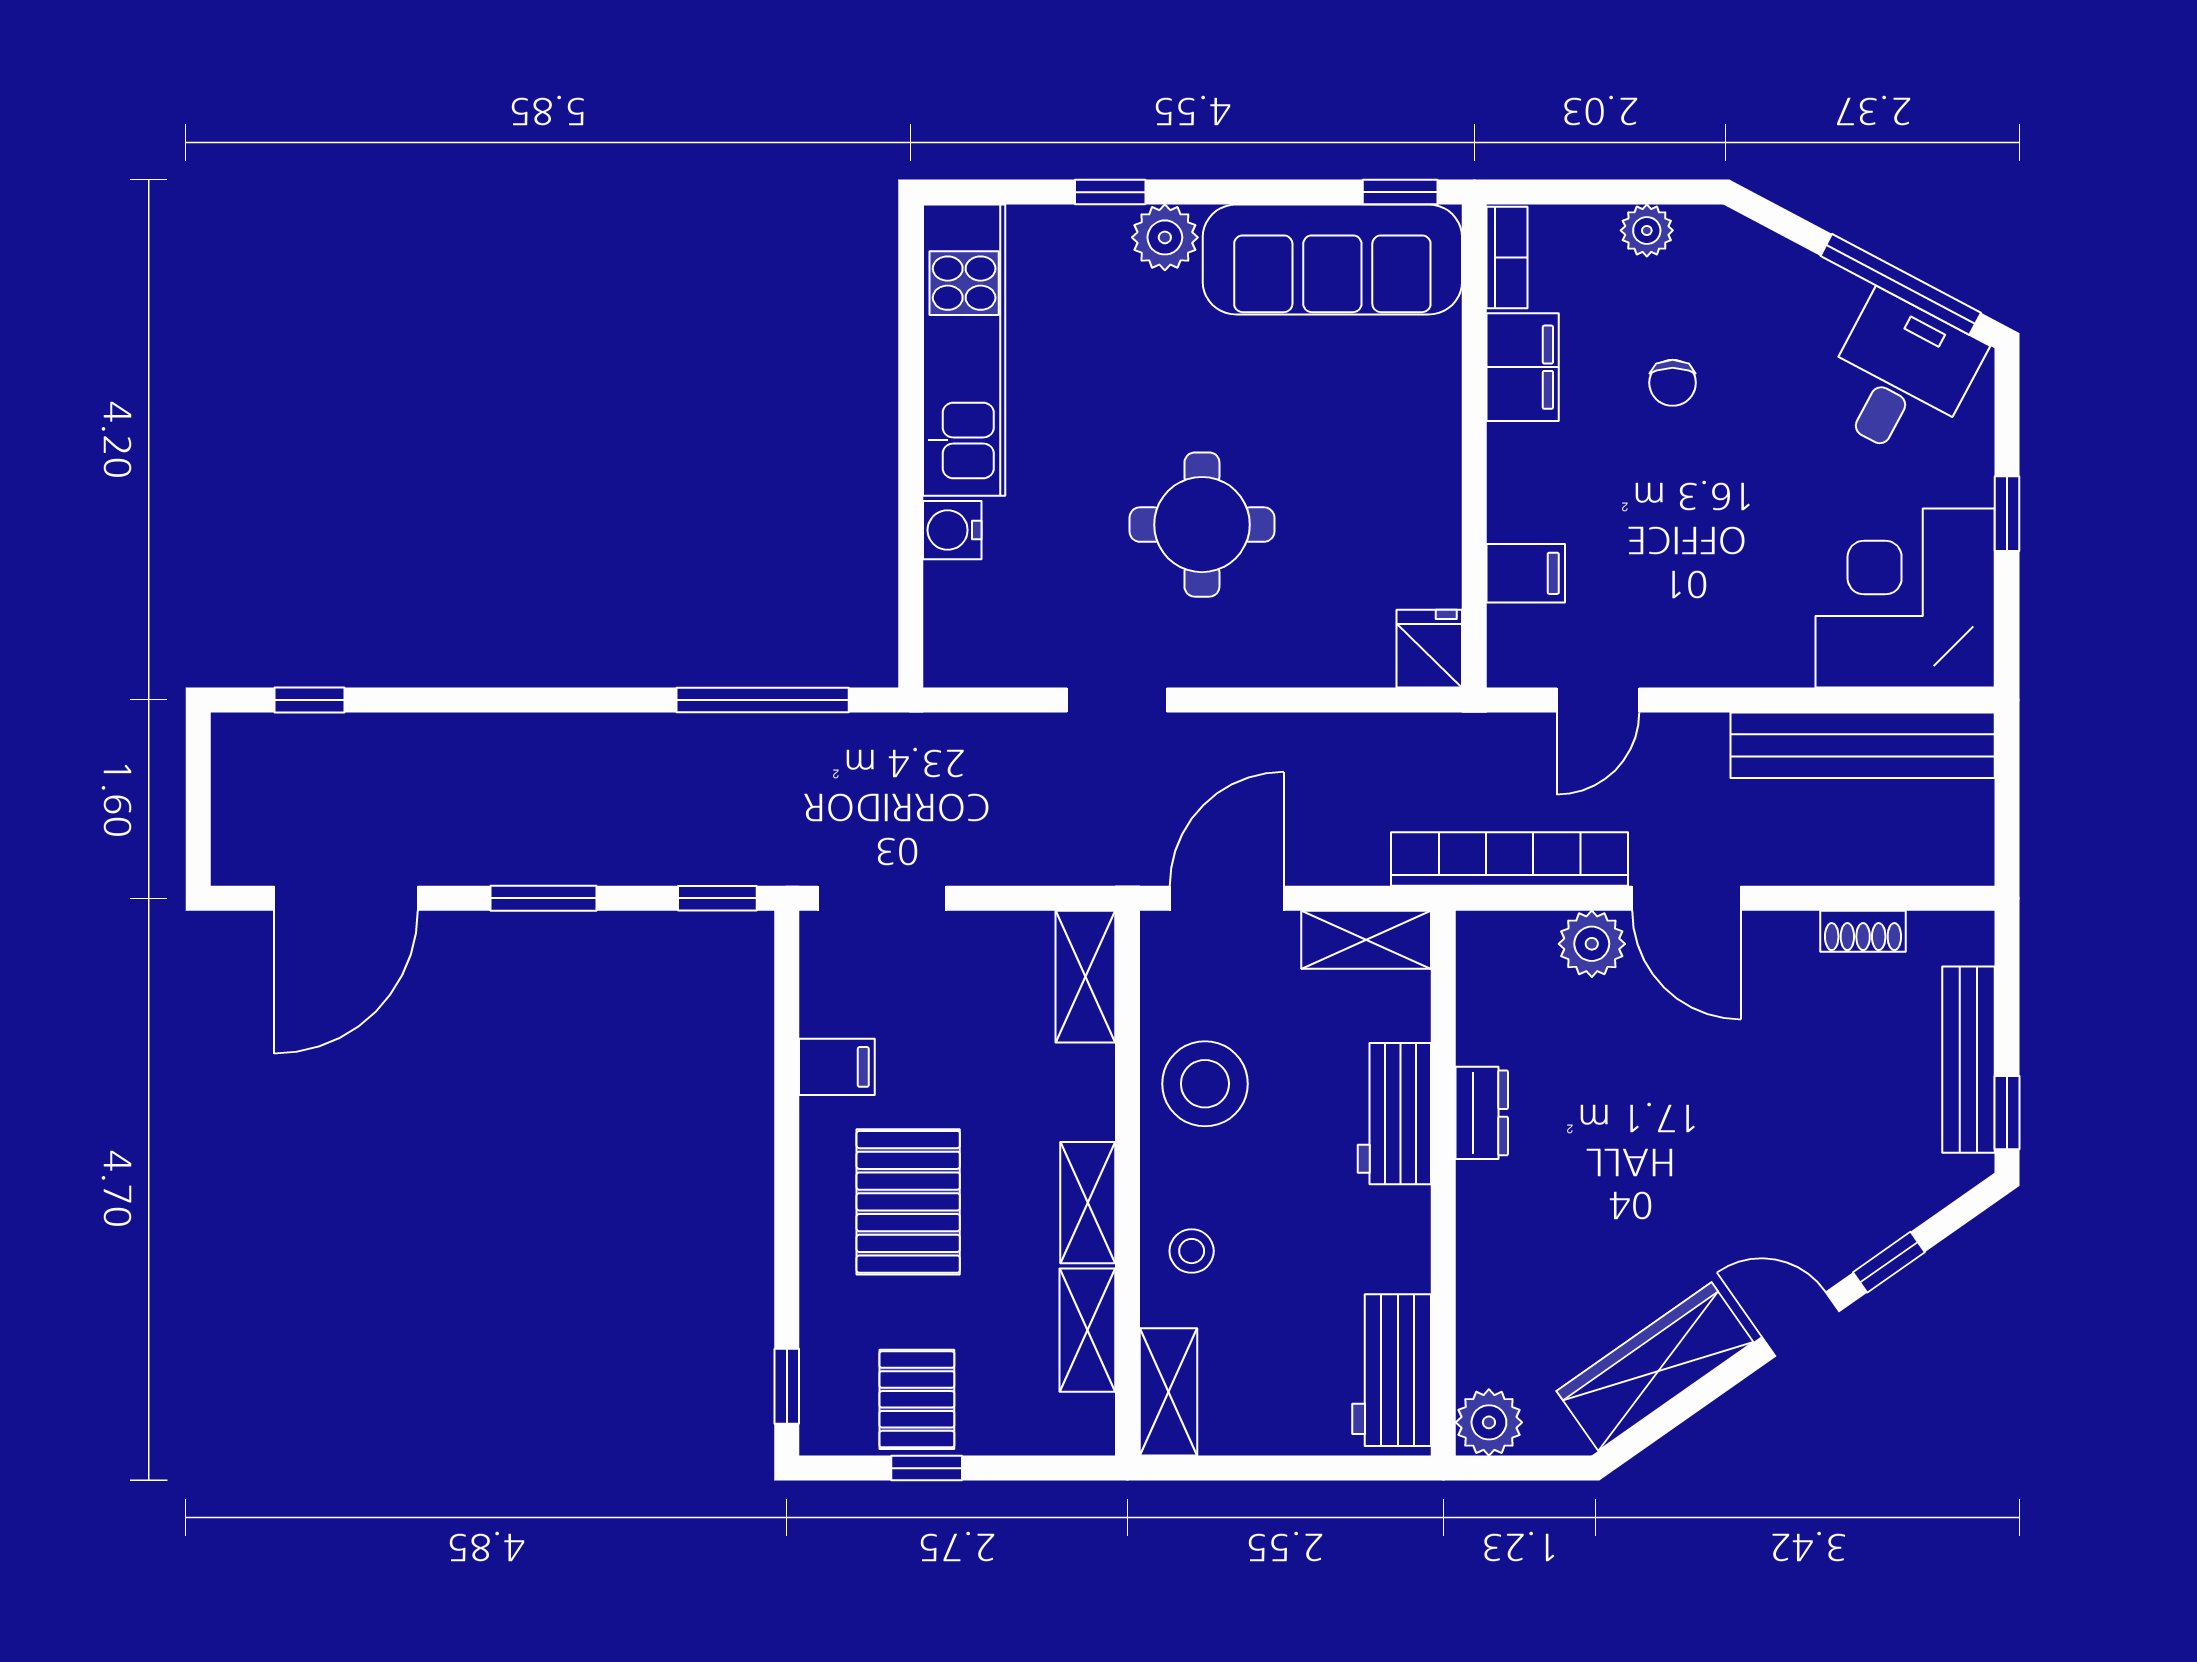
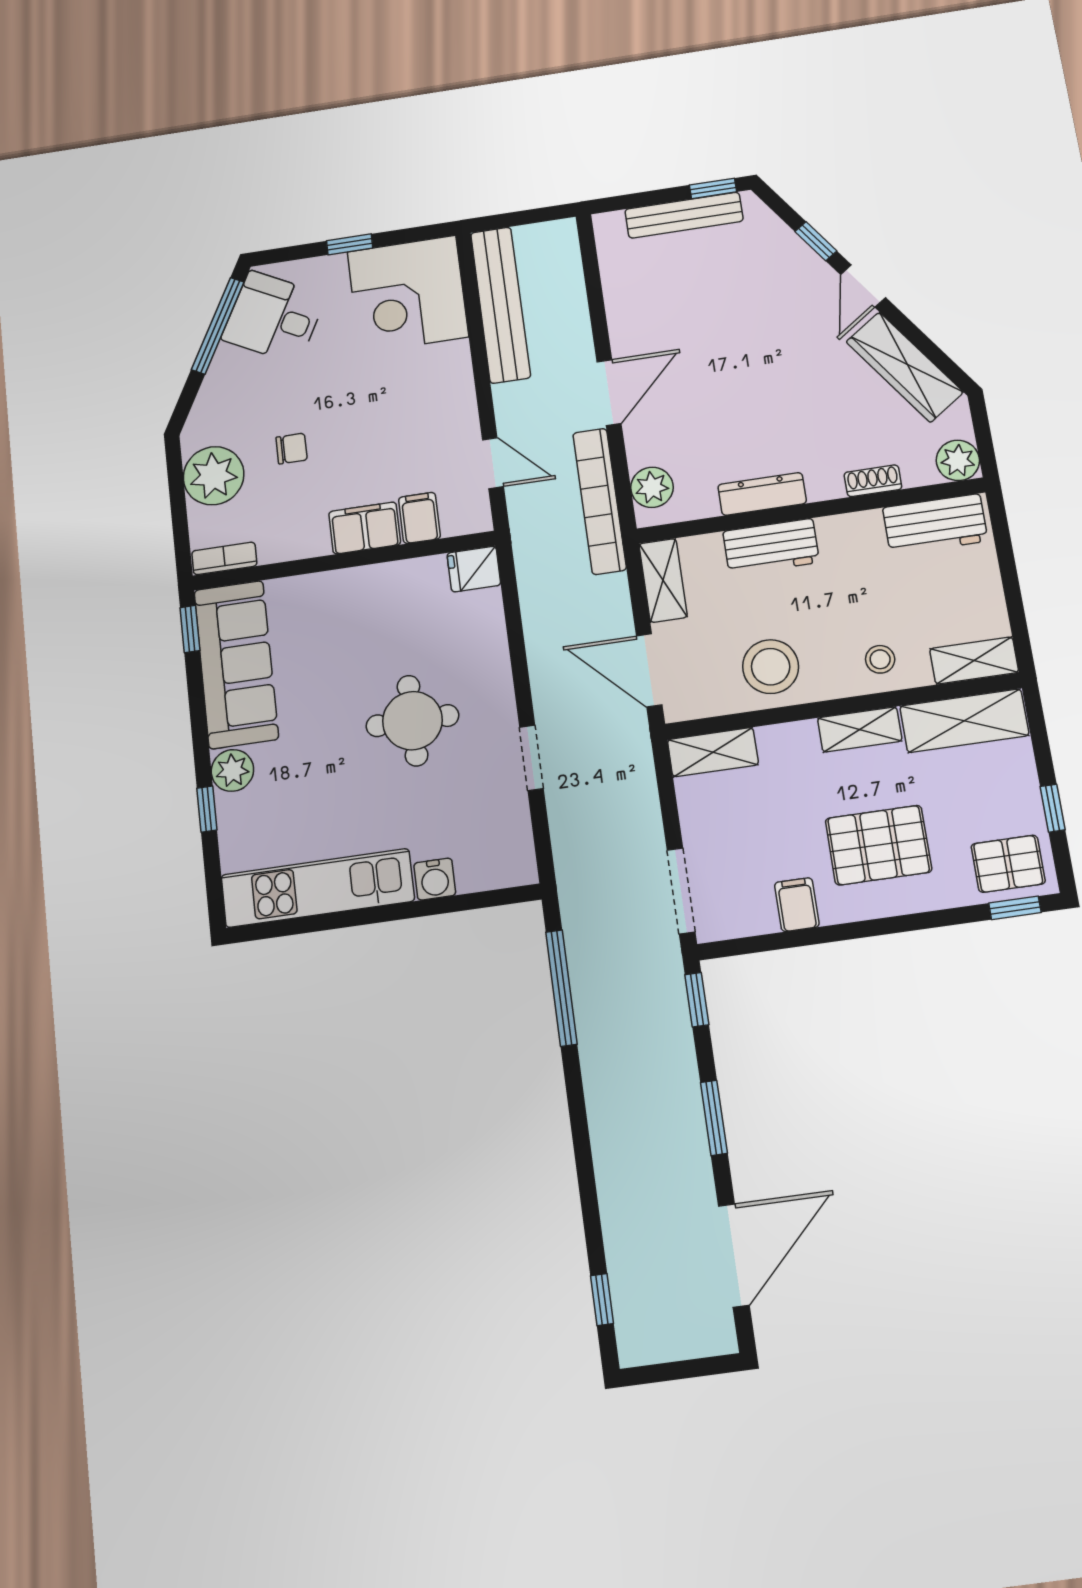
plant: (1647, 230) -> (214, 476), width x1.87, depth x1.87
filing cabinet: (1523, 367) -> (365, 528), moved
door: (346, 898) -> (734, 1255), hinge flipped
shoe rack: (1863, 931) -> (873, 481), moved, turned -90
plant: (1592, 944) -> (652, 487), moved
dresser: (1482, 1113) -> (762, 494), width x1.44
shelving: (1087, 1330) -> (964, 721), width x1.50, depth x1.33
pallet: (917, 1399) -> (1008, 864), moved

